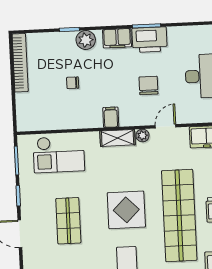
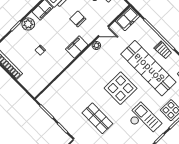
filing cabinet: (111, 117) -> (77, 47), width x2.00
door: (166, 126) -> (103, 31), swing flipped
shelving: (118, 138) -> (85, 57), removed
checkout: (59, 154) -> (64, 90), removed

